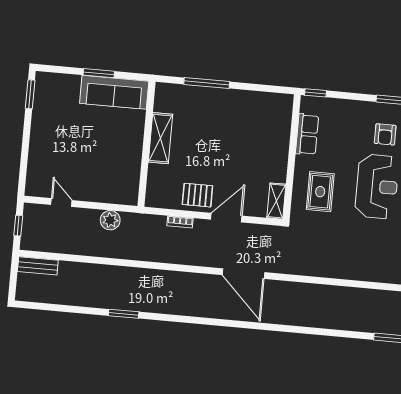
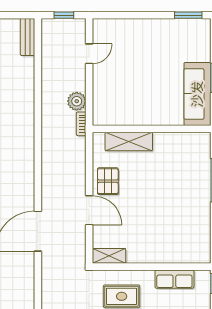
shelving: (160, 138) -> (129, 141), moved
bookcase: (180, 222) -> (81, 124), moved

